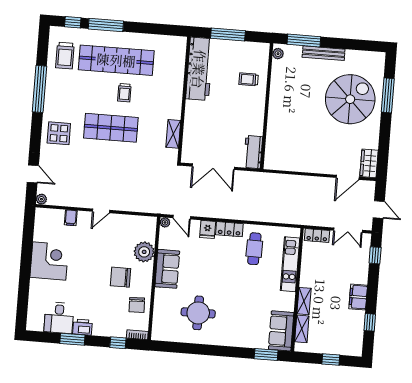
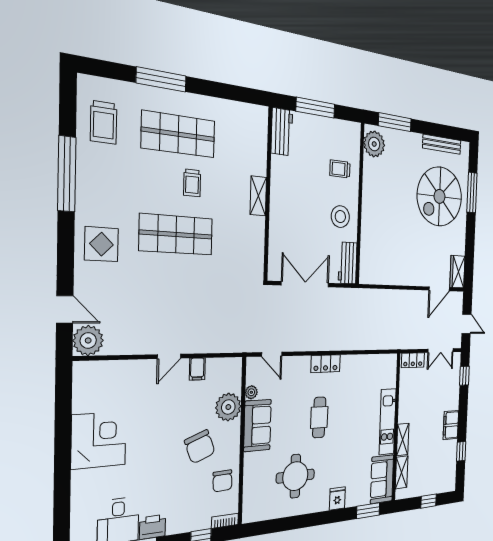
window: (73, 22) -> (112, 70), removed
bench: (324, 53) -> (442, 144), moved
plant: (278, 54) -> (374, 144), width x1.88, depth x1.88
shop shelf: (116, 60) -> (179, 134), width x0.71
workbench: (199, 69) -> (282, 132), width x0.53, depth x0.76
spiral stairs: (350, 99) -> (440, 196), turned 180
stool: (248, 116) -> (340, 217), added
shelving: (173, 134) -> (258, 196), moved
double door: (213, 167) -> (305, 284), swing flipped
plant: (41, 199) -> (88, 340), width x1.87, depth x1.87
filing cabinet: (71, 218) -> (197, 369), moved
plant: (165, 222) -> (251, 392), moved
fridge: (208, 229) -> (337, 498), moved, turned 180
cafe table: (254, 249) -> (319, 417), moved
kitchen unit: (290, 264) -> (388, 422), moved
chair: (120, 277) -> (200, 447), turned -111

